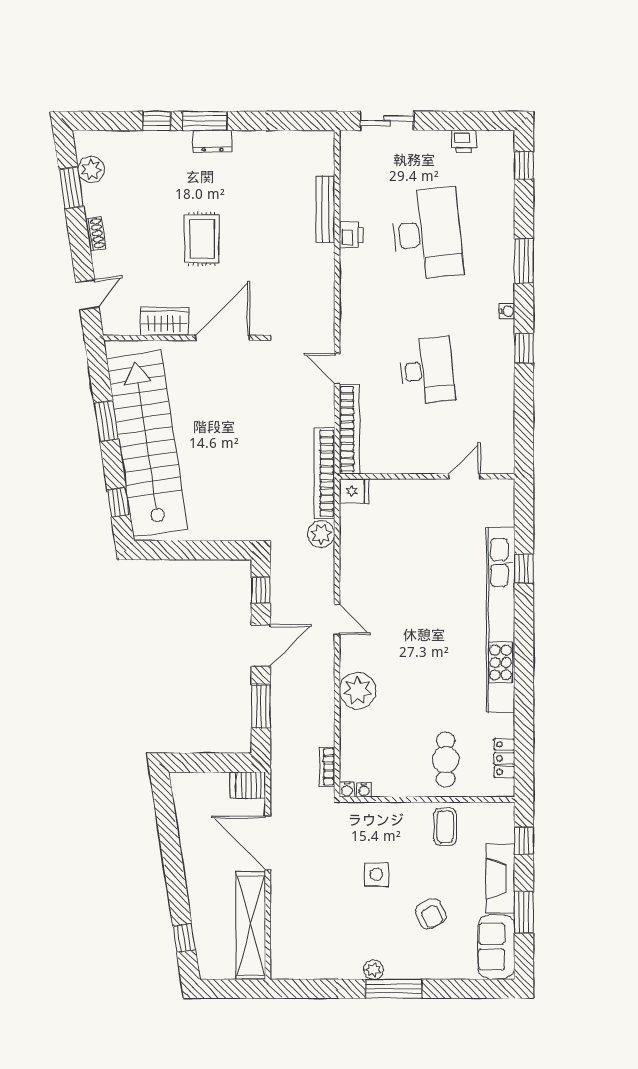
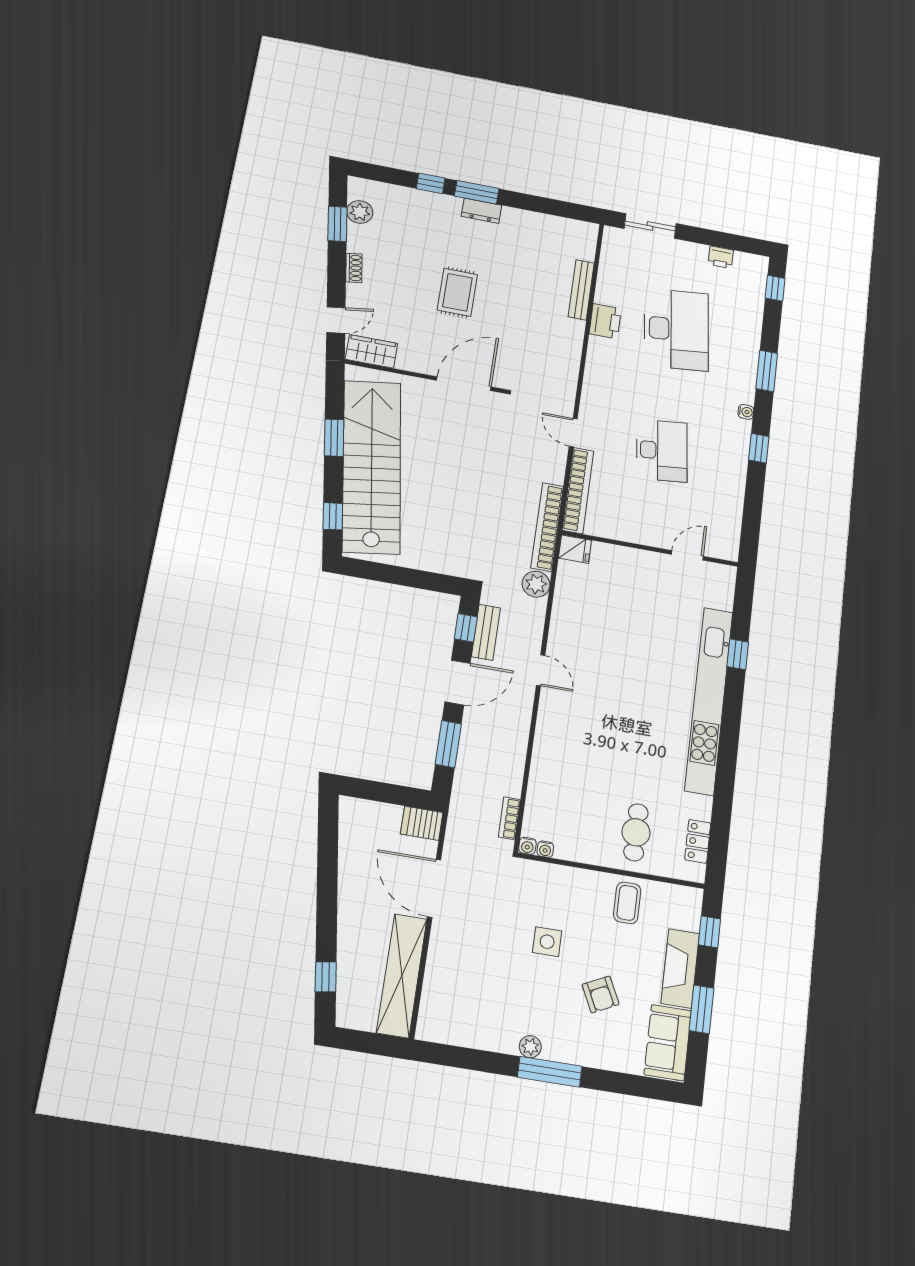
printer: (351, 235) -> (605, 321), width x1.36, depth x1.24
wardrobe: (164, 322) -> (371, 351), moved
bench: (280, 591) -> (486, 632), added
plant: (358, 691) -> (552, 745), removed

